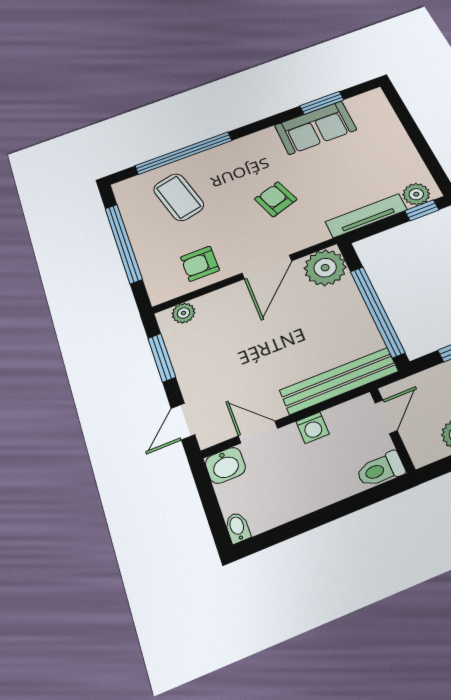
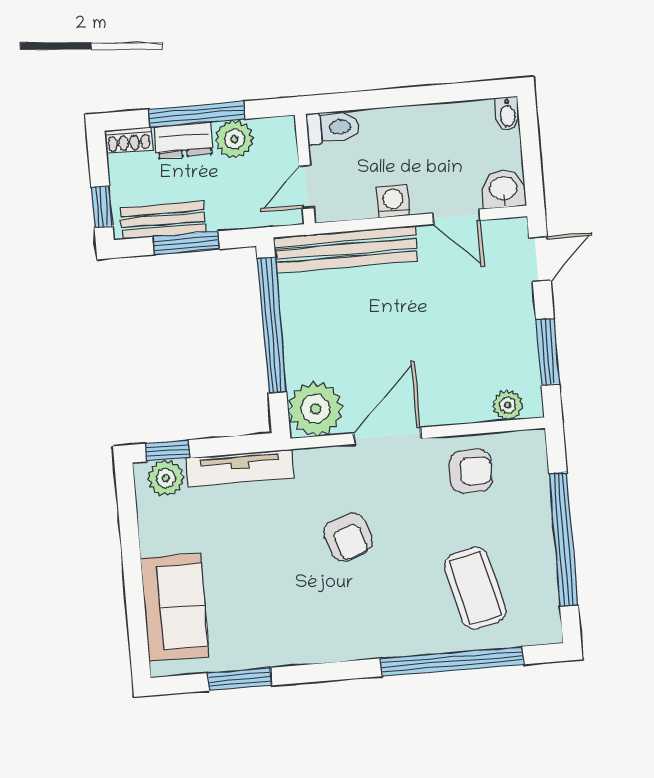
sofa: (315, 128) -> (175, 607), moved, turned 90

